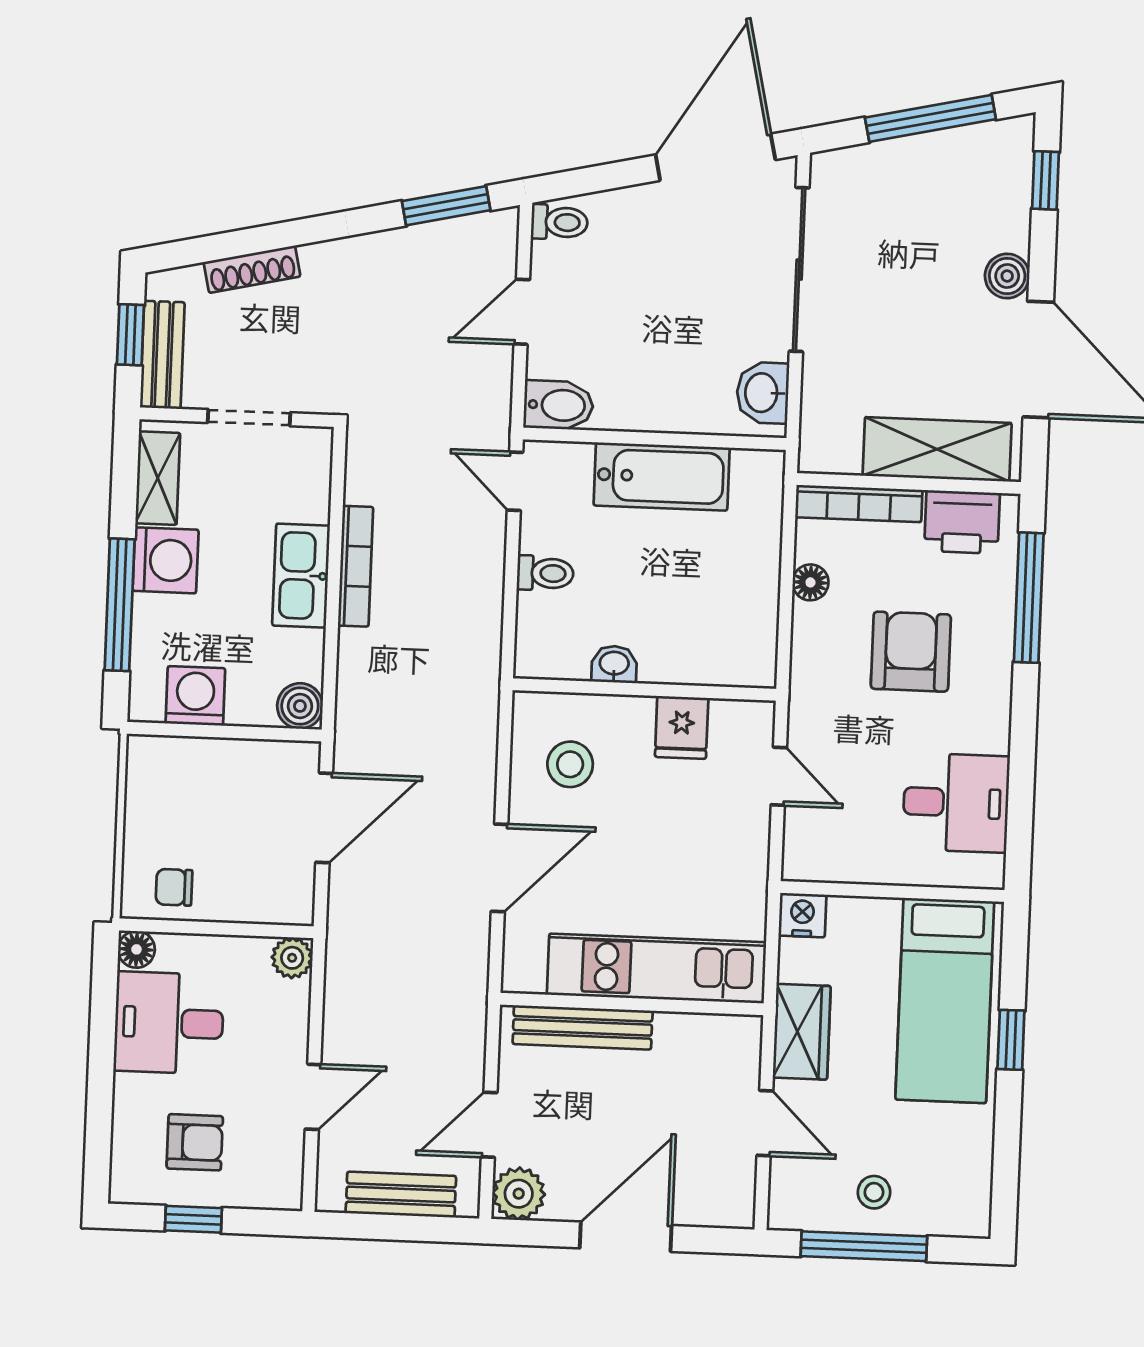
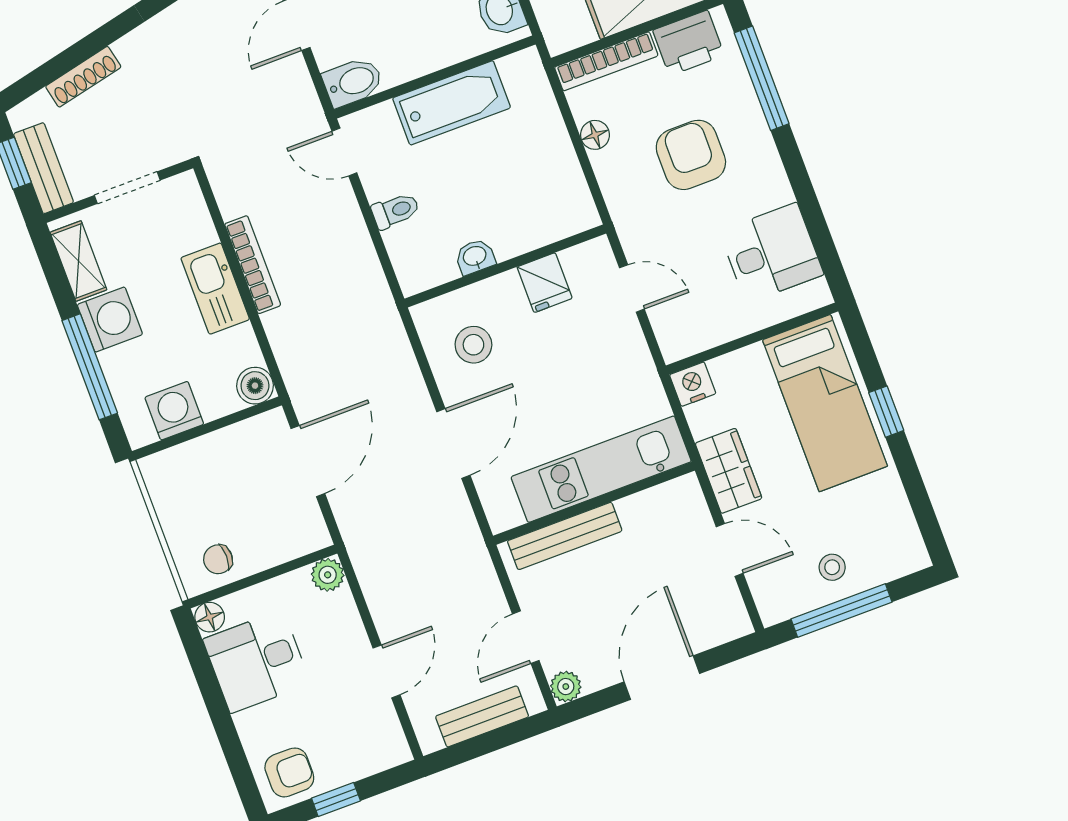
armchair: (195, 1142) -> (289, 772), moved
plant: (519, 1194) -> (566, 687), width x0.73, depth x0.73

